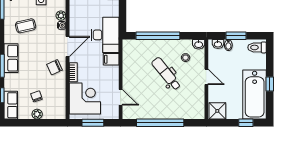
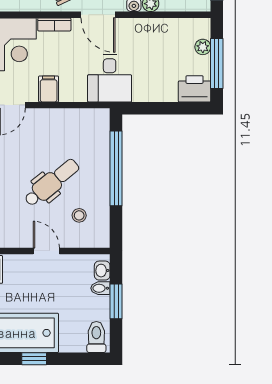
desk: (105, 35) -> (110, 78), width x0.73
washbasin: (199, 44) -> (102, 238), removed
filing cabinet: (111, 59) -> (49, 89), moved
door: (206, 77) -> (46, 251), swing flipped

